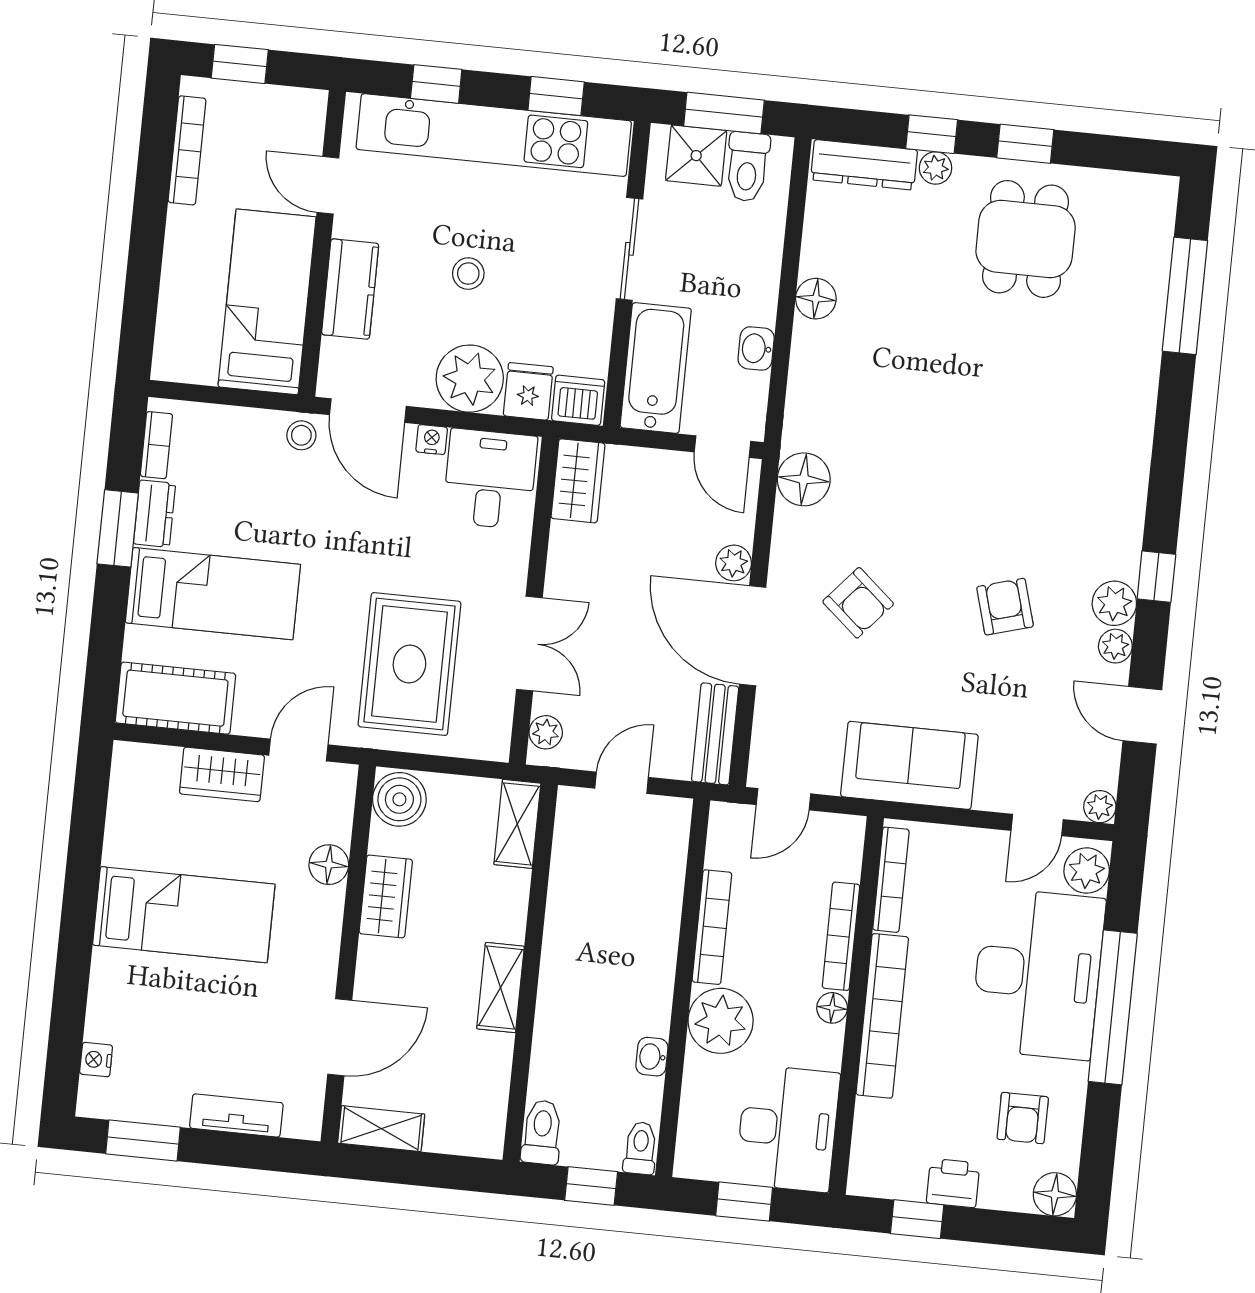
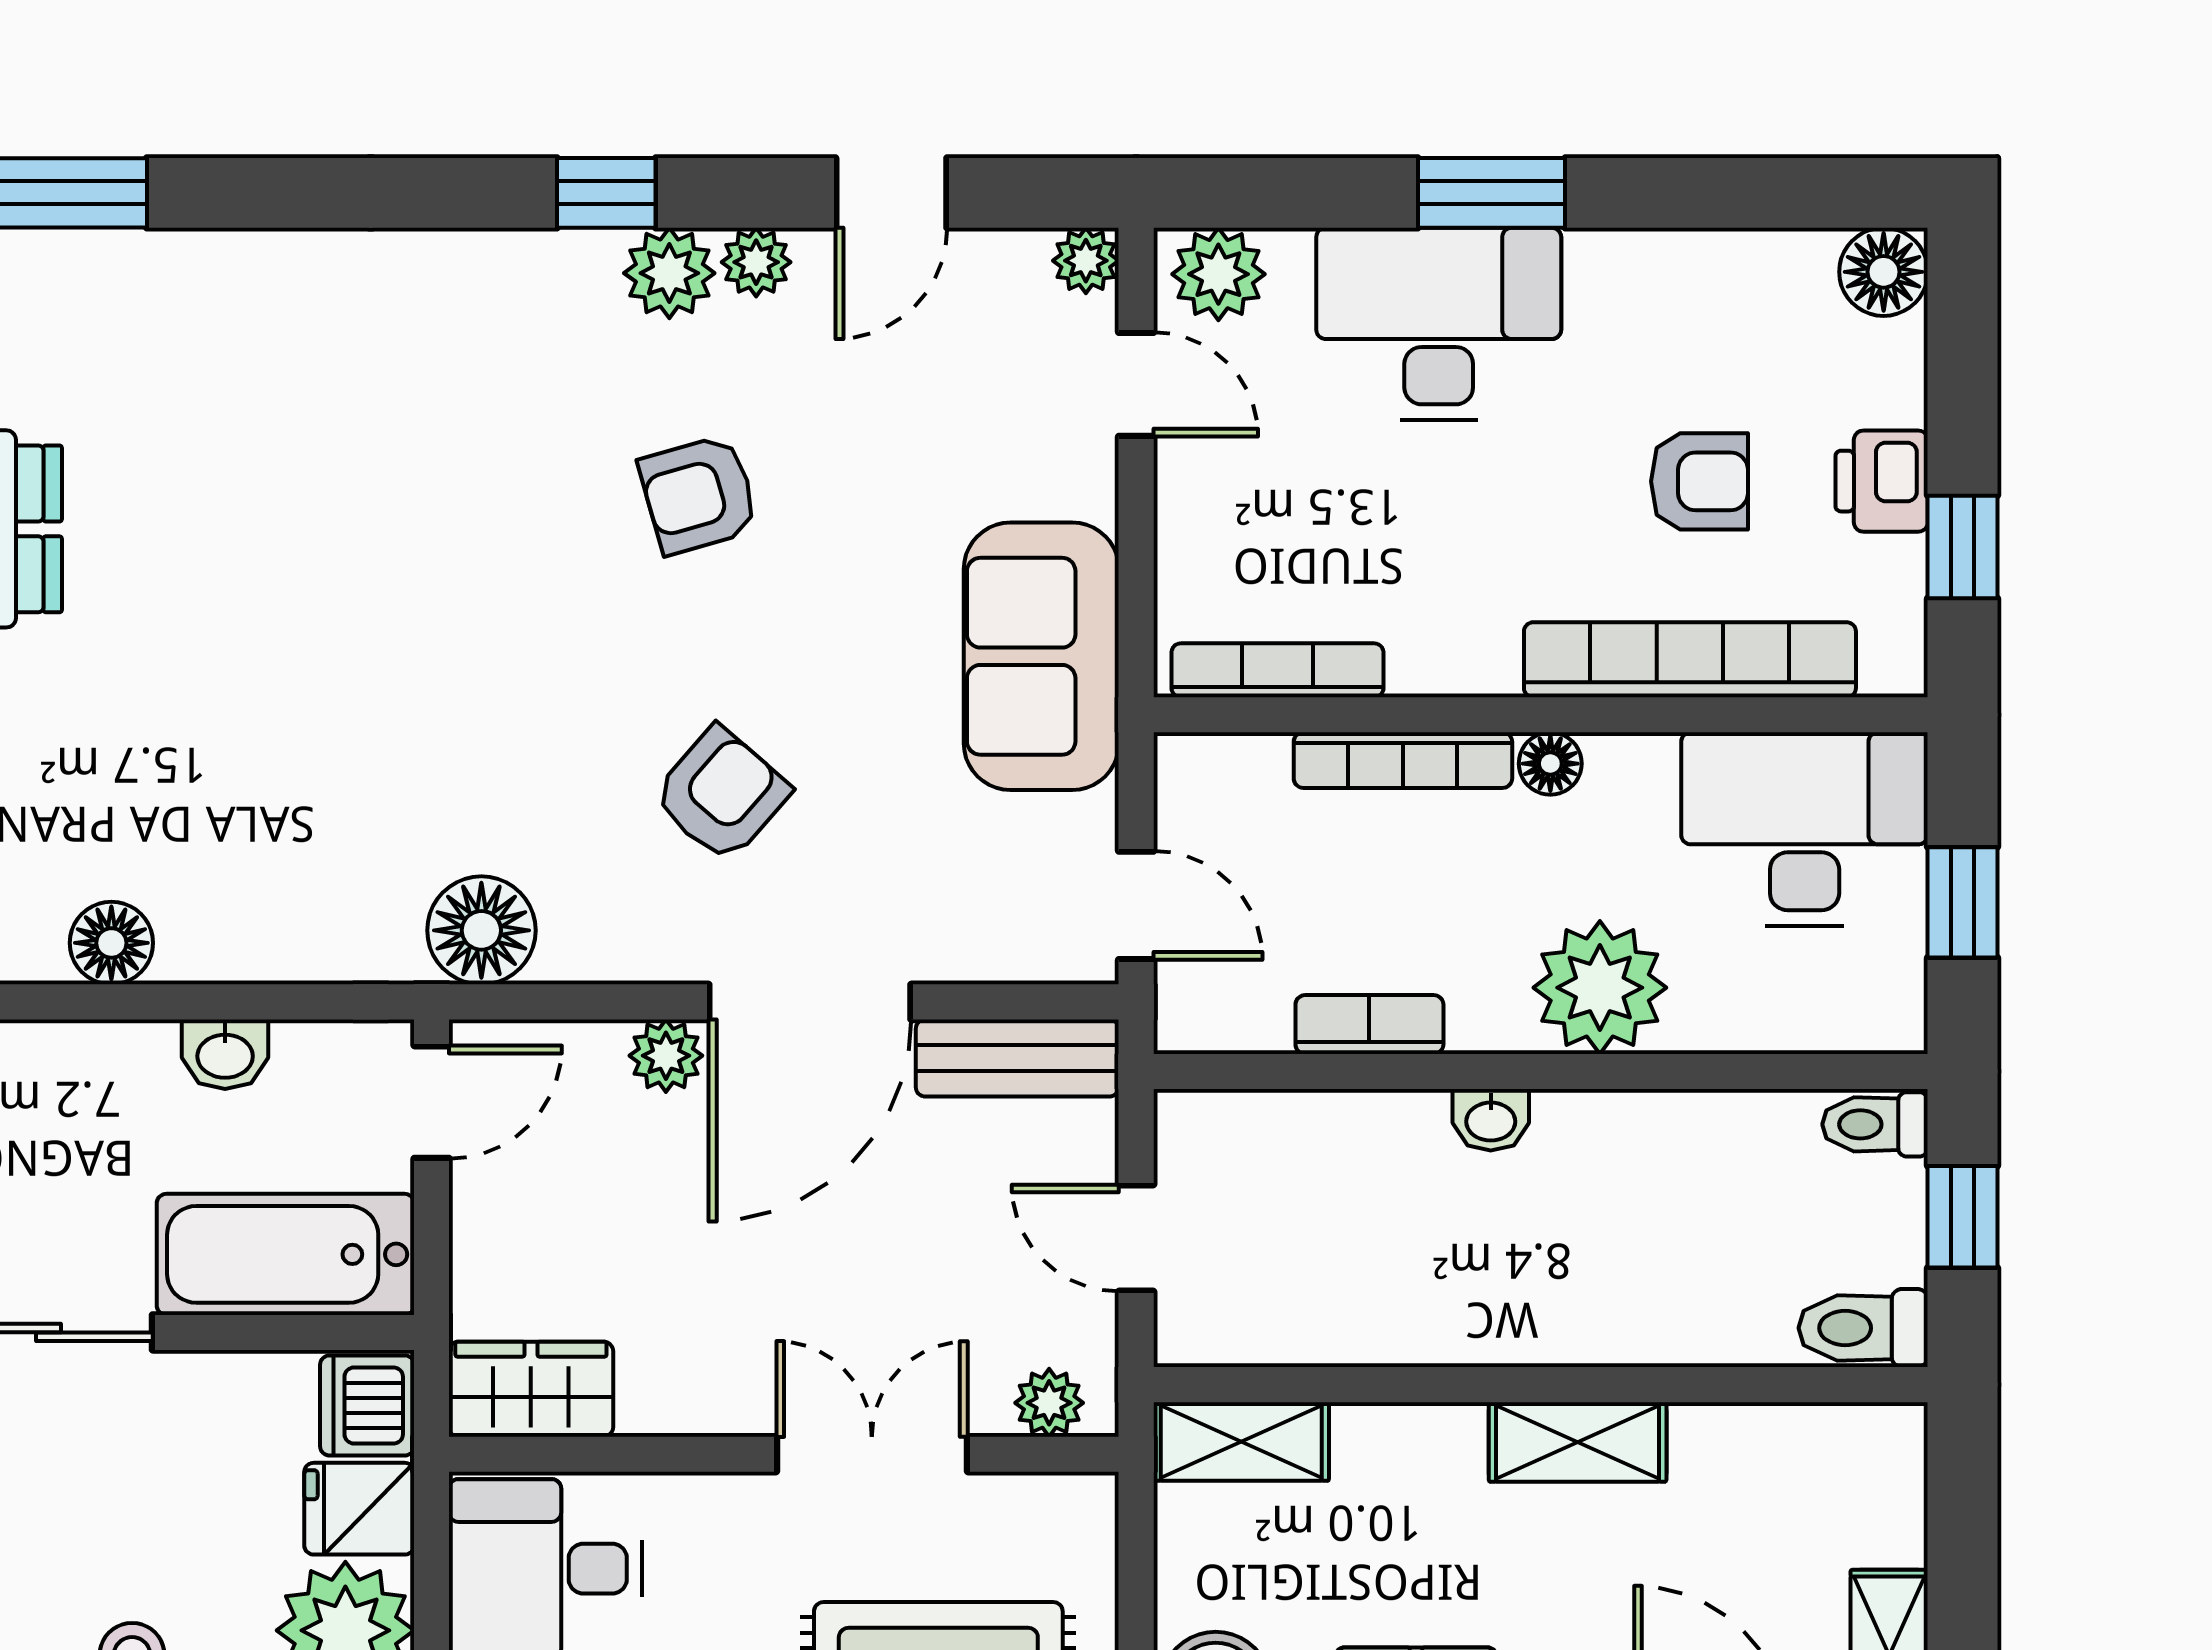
bookcase: (712, 927) -> (1369, 1025), width x0.64
desk: (1038, 974) -> (1439, 324), width x0.73, depth x0.77
window: (1113, 1007) -> (1492, 193), width x0.47
bookcase: (882, 1016) -> (1690, 660), moved
washbasin: (652, 1057) -> (1491, 1120), moved
armchair: (1023, 1118) -> (1699, 481), moved

